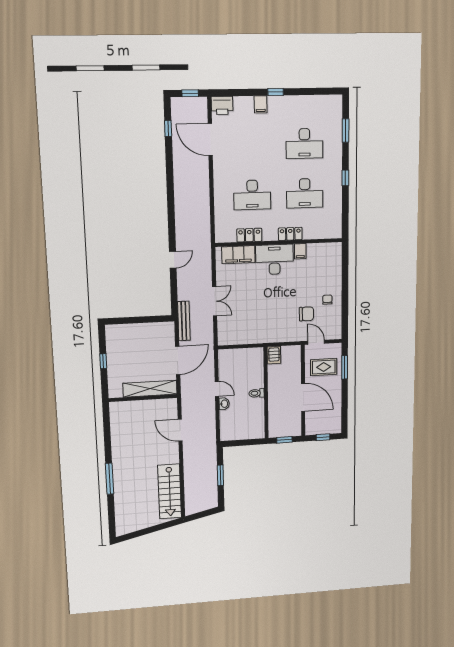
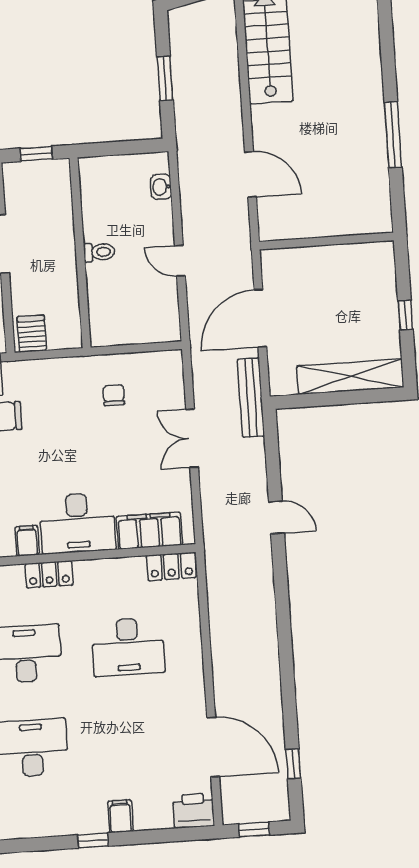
desk: (252, 195) -> (128, 647), turned 180
locker: (249, 235) -> (171, 566), moved
door: (173, 260) -> (276, 517), swing flipped
chair: (253, 323) -> (114, 395), added
server rack: (274, 355) -> (32, 334), moved
shelving: (150, 389) -> (350, 377), moved
washbasin: (224, 404) -> (161, 187), moved
window: (110, 479) -> (393, 135), moved

